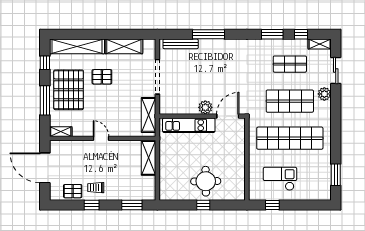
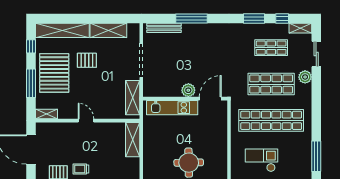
window: (336, 175) -> (316, 156), width x1.44

